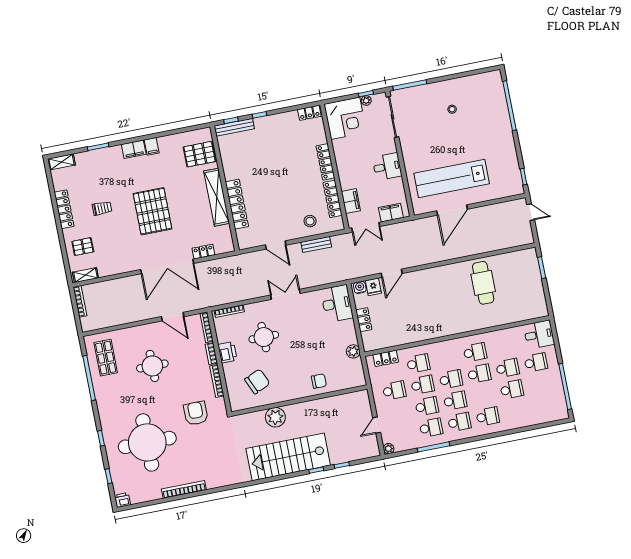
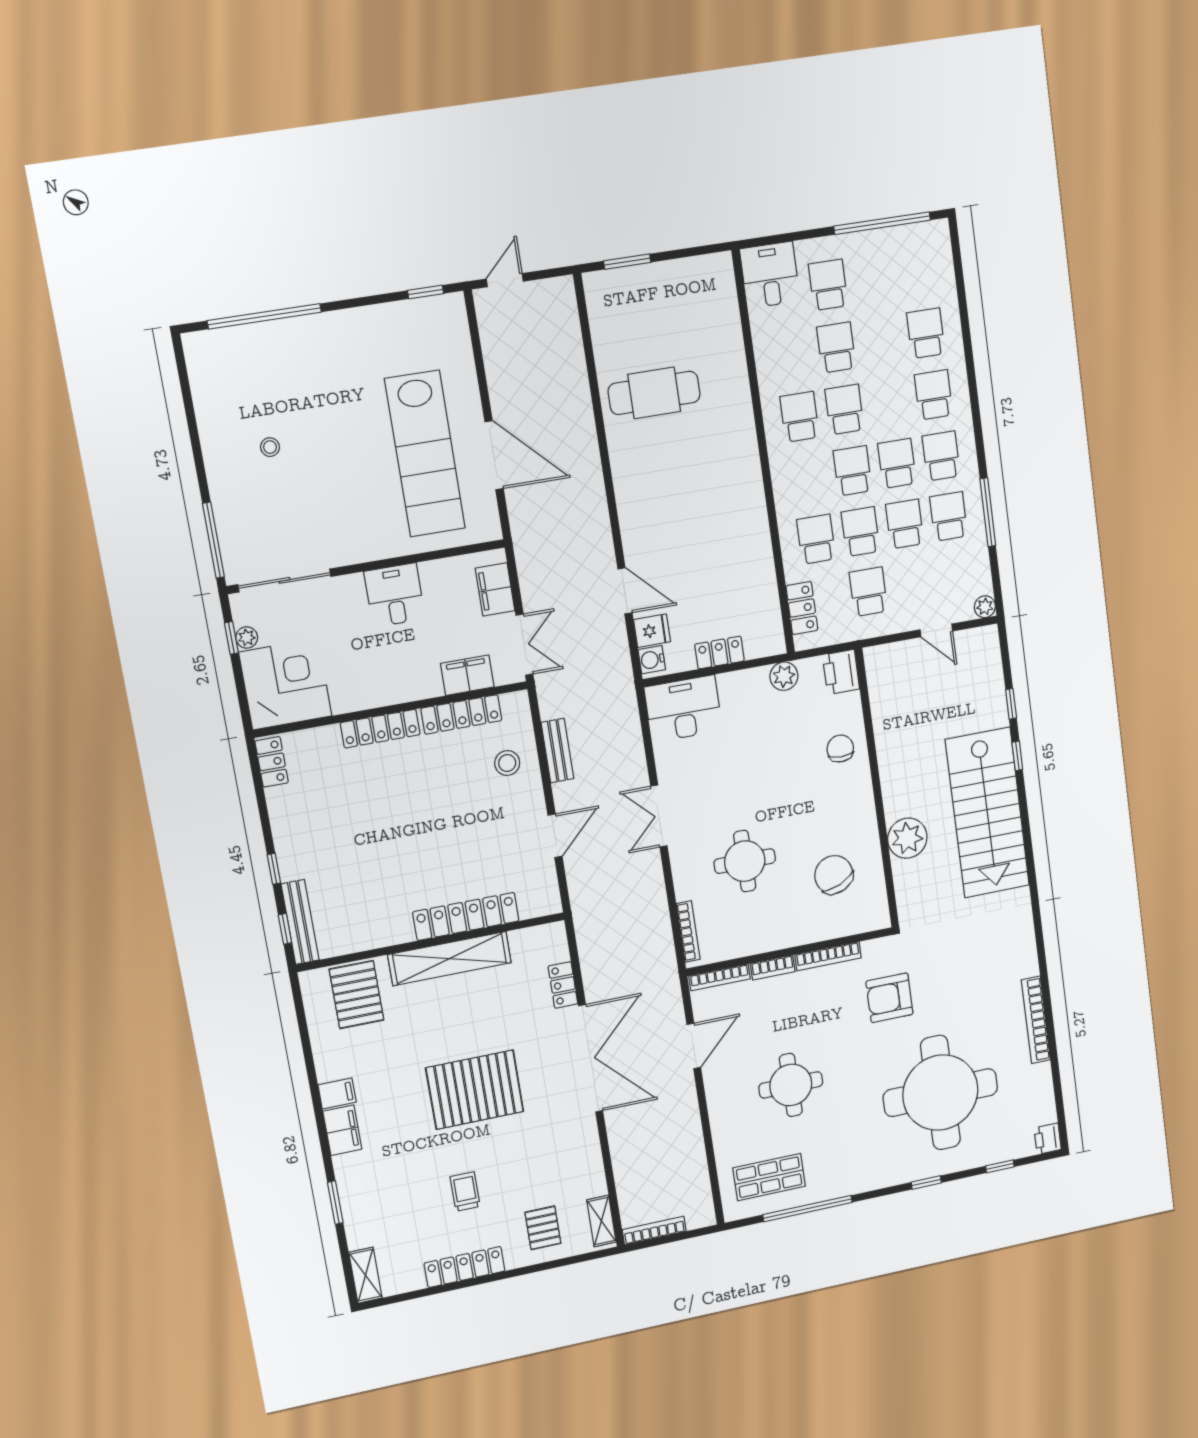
printer: (227, 352) -> (841, 672), moved, turned -90
school desk: (512, 389) -> (926, 333), moved

